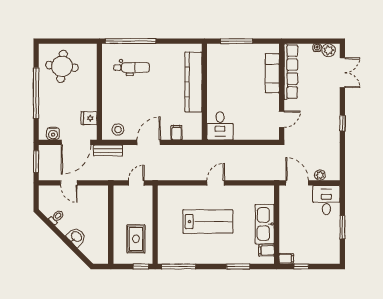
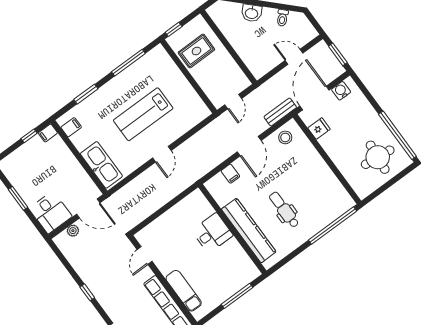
dental chair: (132, 67) -> (284, 210), moved, turned 90
window: (36, 93) -> (397, 135), moved
desk: (220, 126) -> (212, 233), moved, turned 90
kitchen sink: (265, 224) -> (101, 165), moved
rug: (136, 239) -> (196, 51), turned 90
window: (179, 266) -> (128, 63), moved

